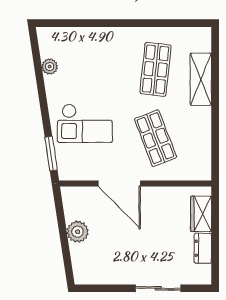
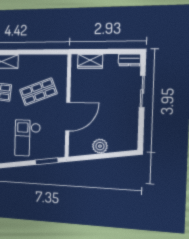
checkout: (85, 123) -> (27, 138), turned 180
dresser: (203, 248) -> (130, 60), moved

